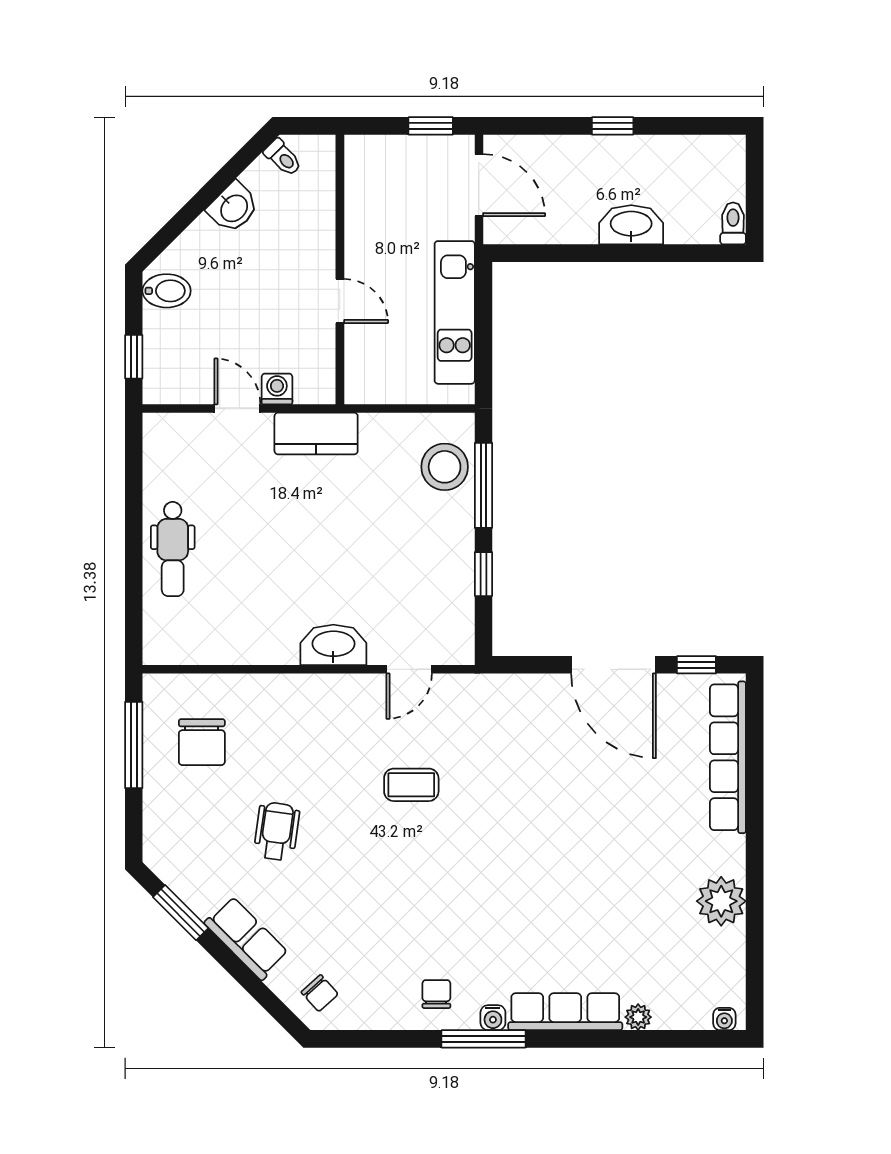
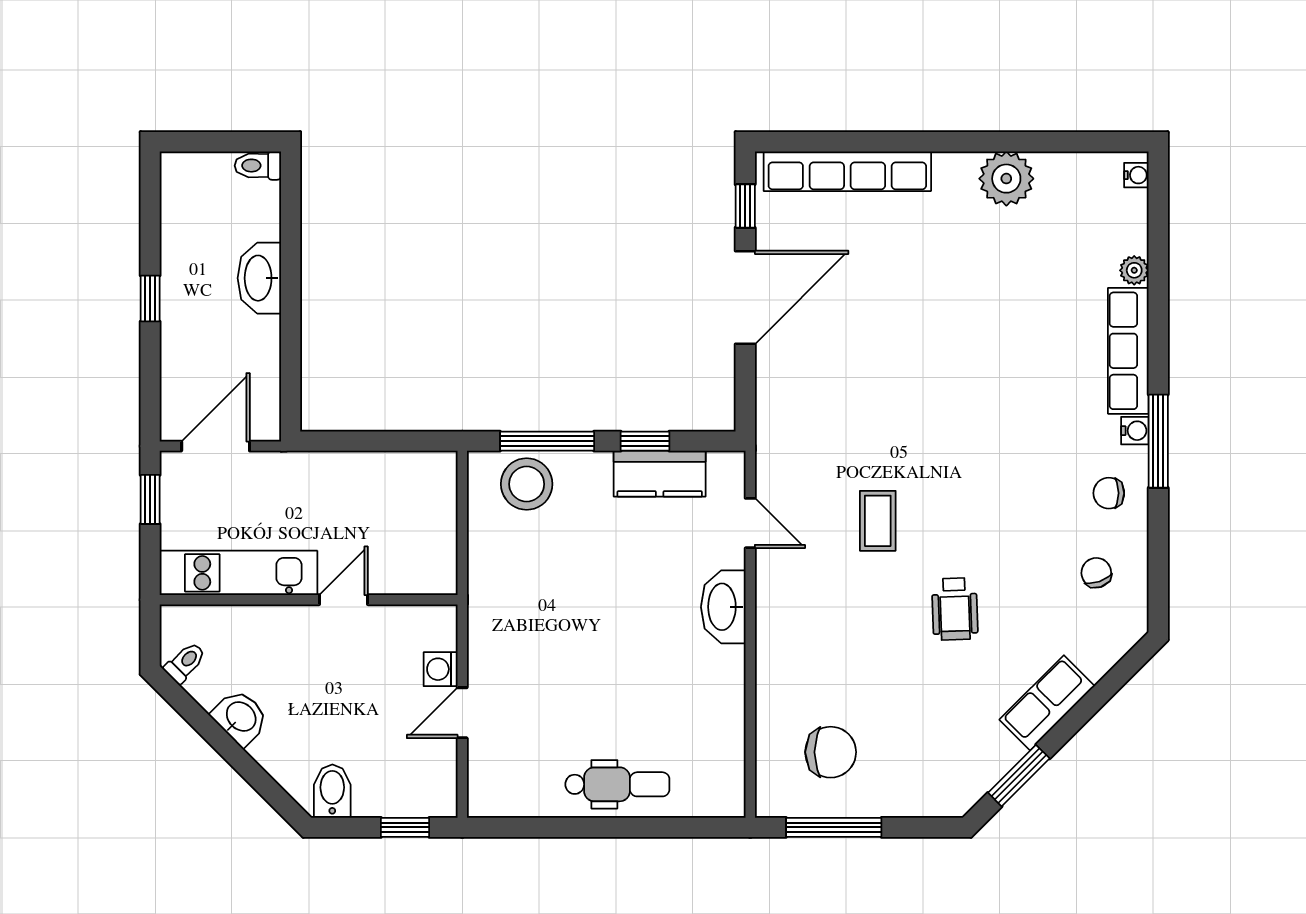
kitchen unit: (455, 312) -> (239, 573), moved, turned 180
kitchen counter: (316, 434) -> (660, 474), moved, turned 90
wheelchair: (277, 831) -> (955, 609), moved, turned -100
chair: (320, 993) -> (1096, 573), moved, turned -67

